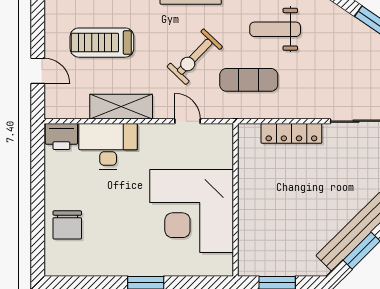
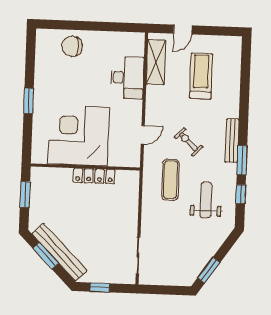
exercise bike: (195, 57) -> (189, 142), width x0.73, depth x0.72
shelving: (121, 107) -> (156, 62), moved
locker: (291, 133) -> (94, 176), moved, turned -90
printer: (61, 136) -> (135, 45), removed

